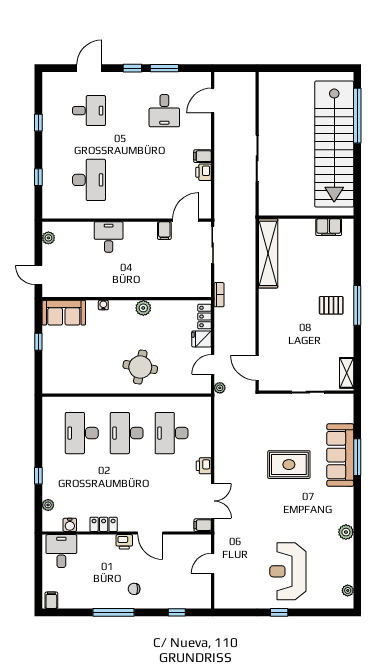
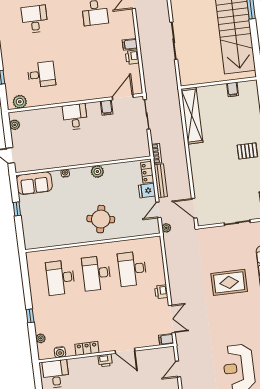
desk: (89, 111) -> (35, 19), turned -90
desk: (89, 180) -> (41, 74), width x0.73
plant: (58, 210) -> (20, 102), added
filing cabinet: (329, 227) -> (233, 89), width x0.50
desk: (109, 237) -> (75, 117), moved
bench: (220, 329) -> (161, 181), added

